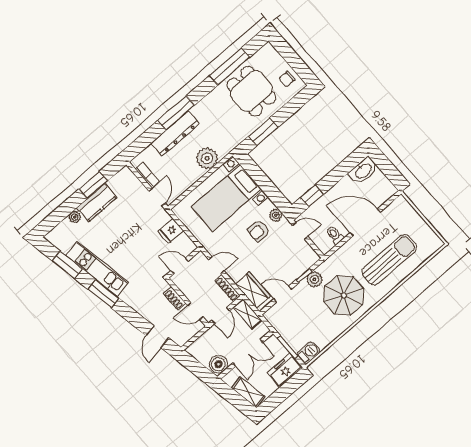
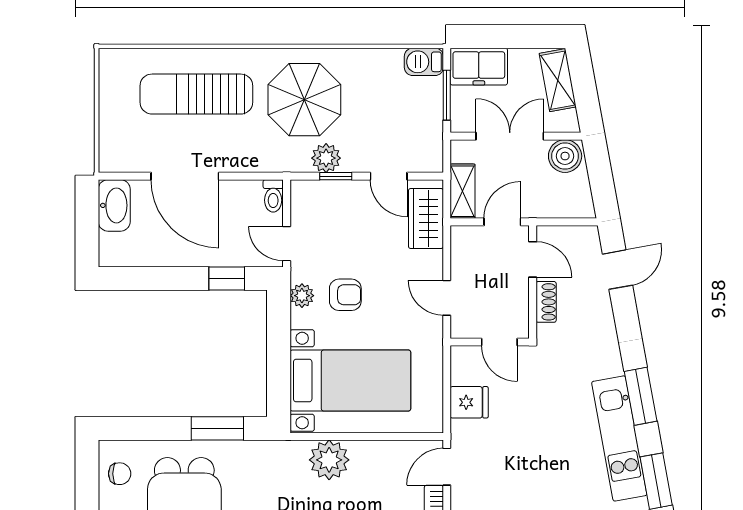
washbasin: (363, 171) -> (114, 205), moved, turned 90
toilet: (335, 235) -> (273, 196), moved
shoe rack: (227, 288) -> (459, 252), removed

